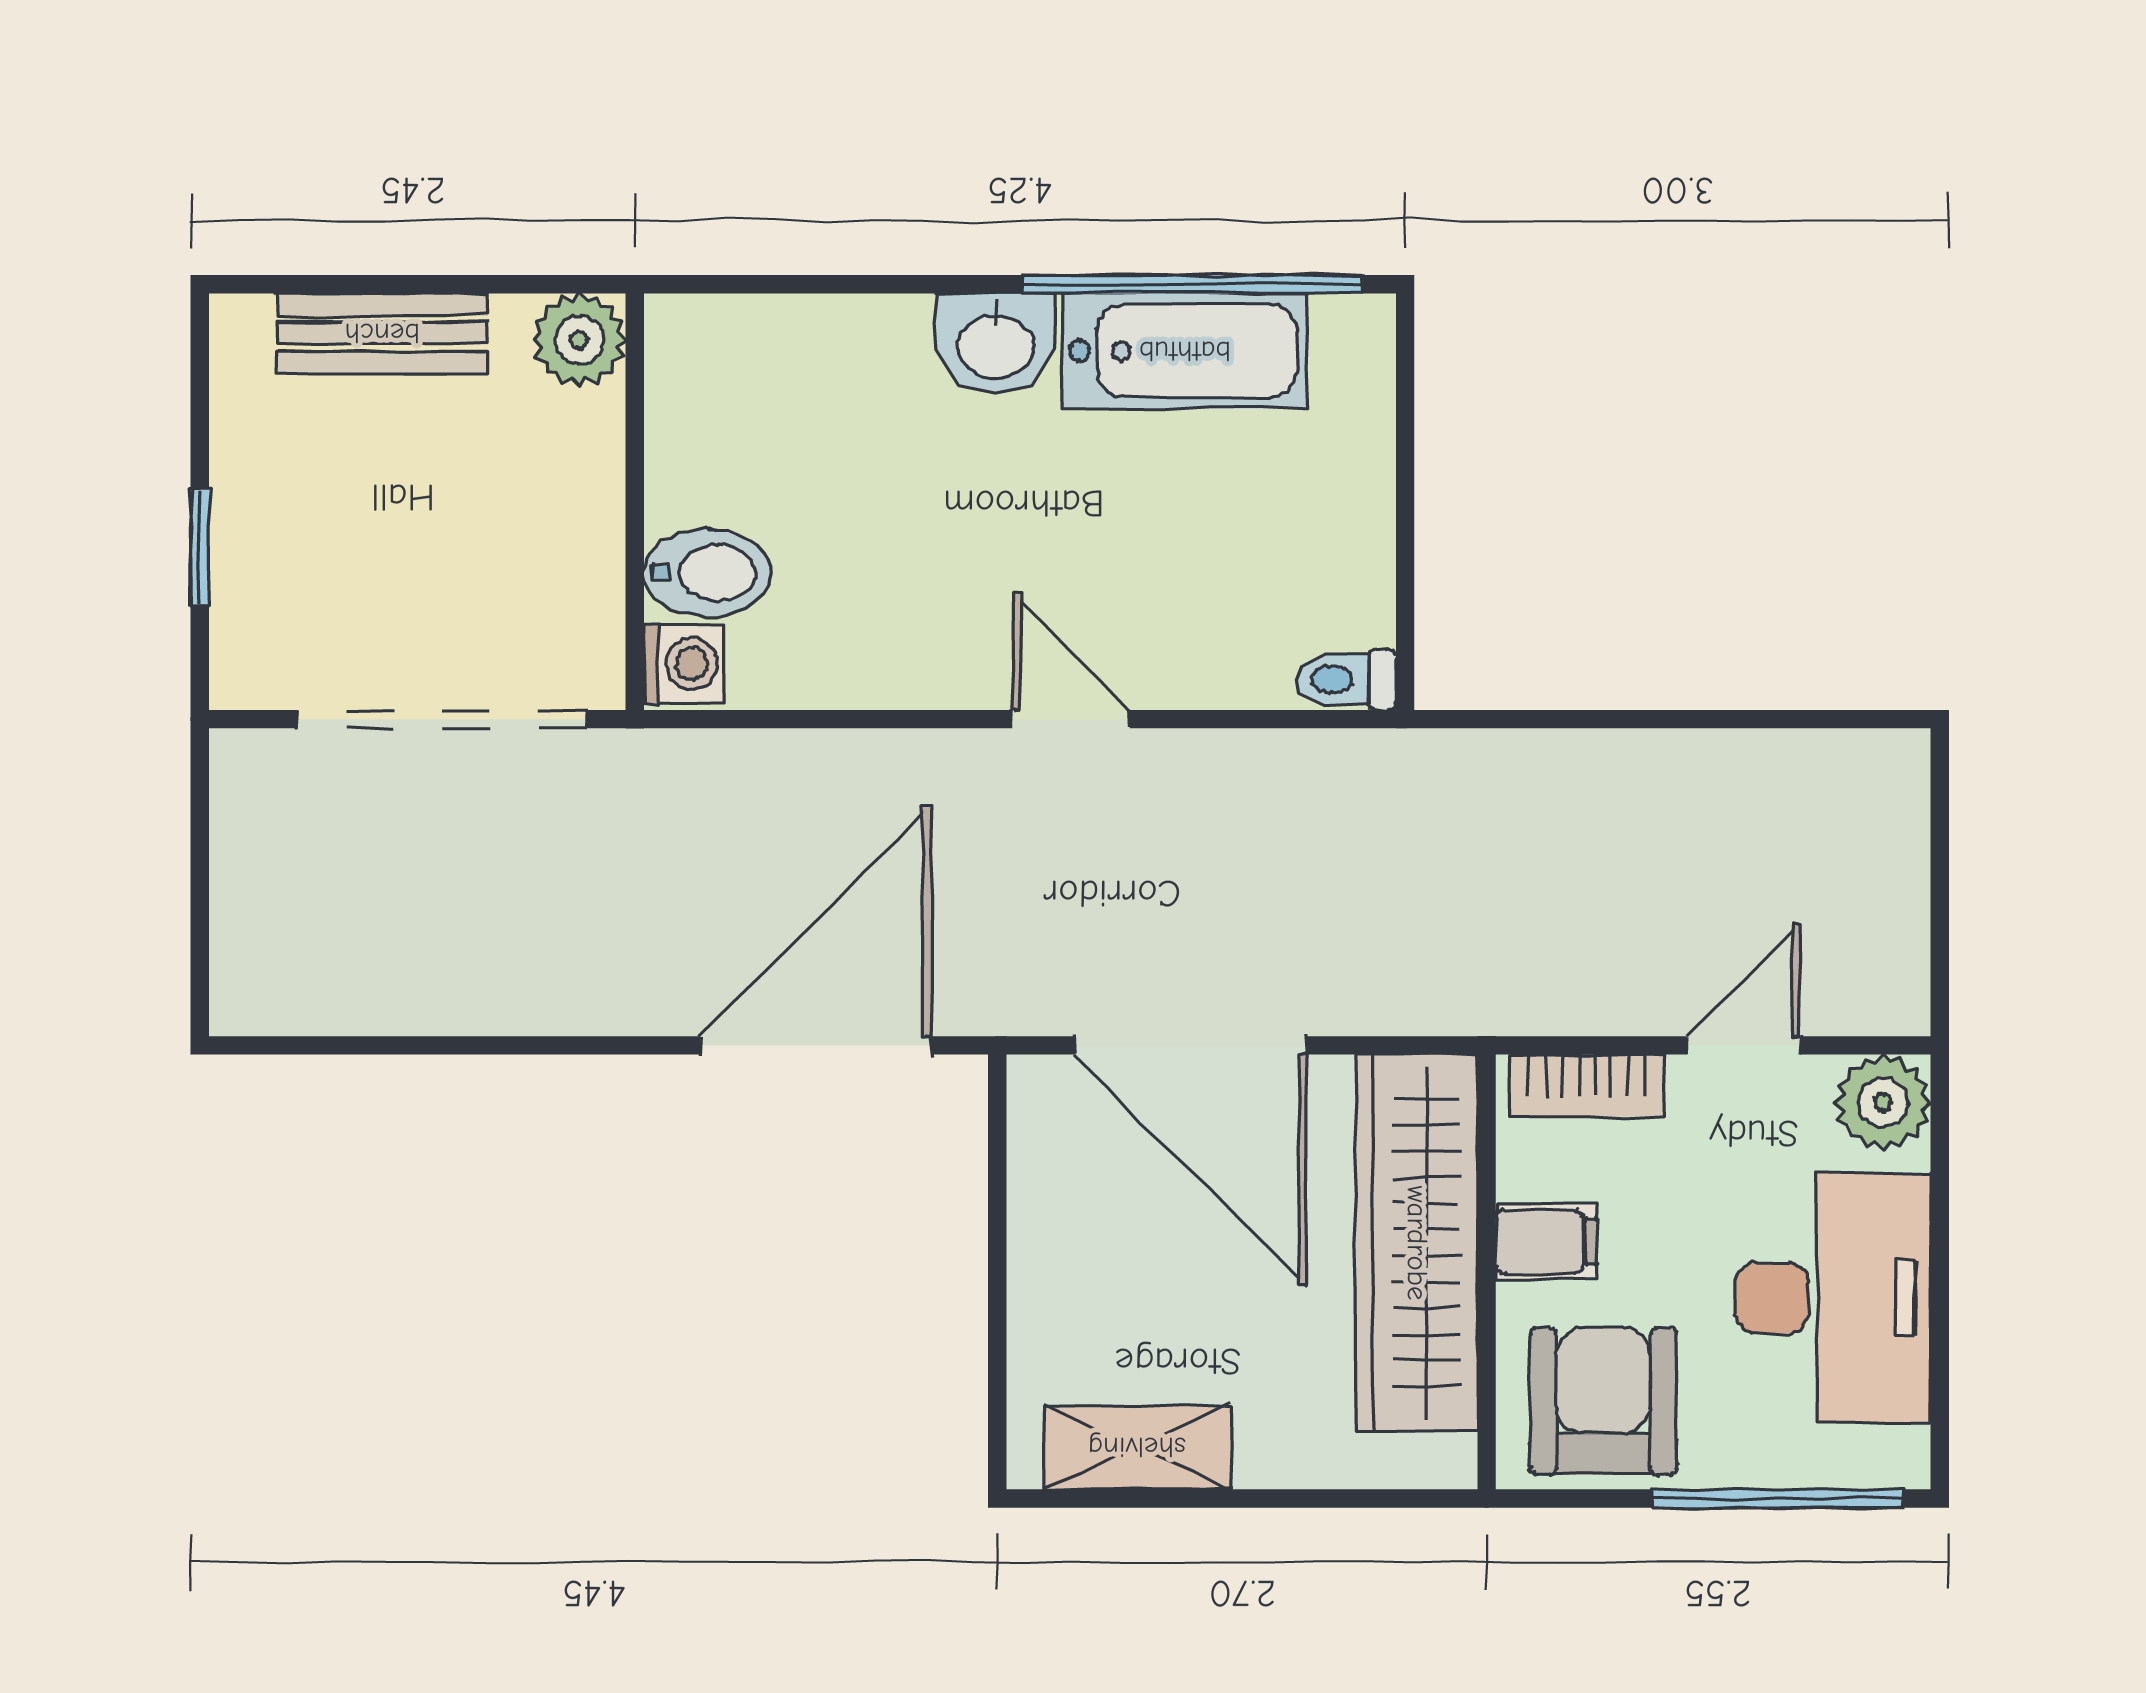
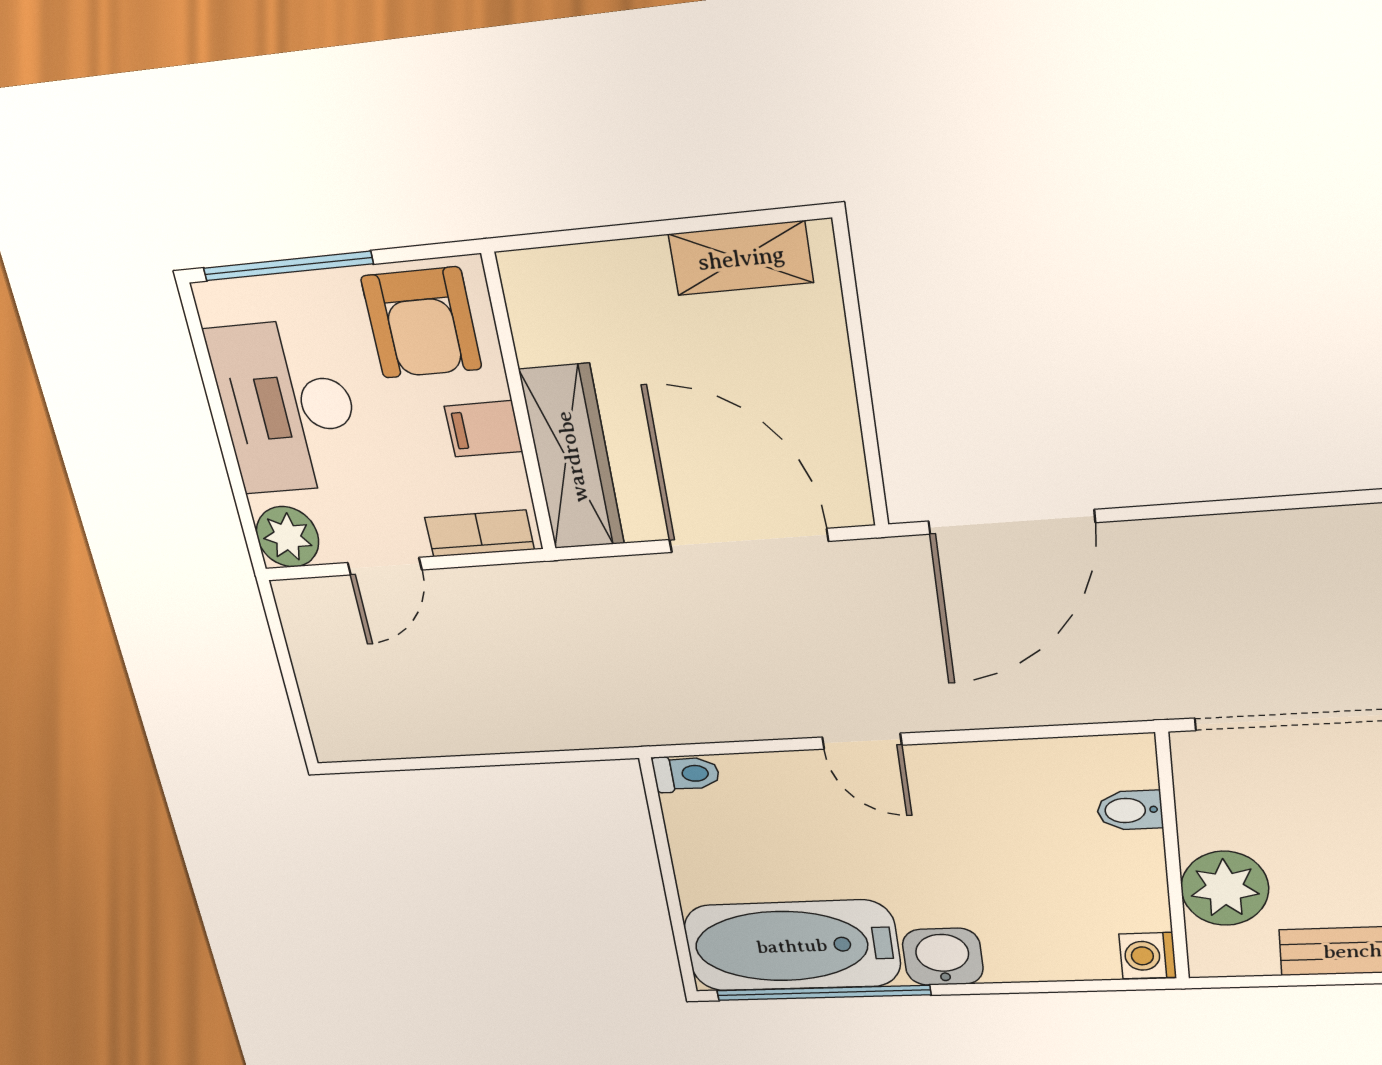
plant: (579, 340) -> (1225, 888), moved, width x1.36, depth x1.36
bathtub: (1185, 351) -> (792, 946), width x1.36, depth x1.36
bidet: (707, 573) -> (1130, 810), width x0.72, depth x0.74
washing machine: (684, 664) -> (1148, 956), moved
wardrobe: (1417, 1243) -> (572, 457), width x0.71, depth x0.85

